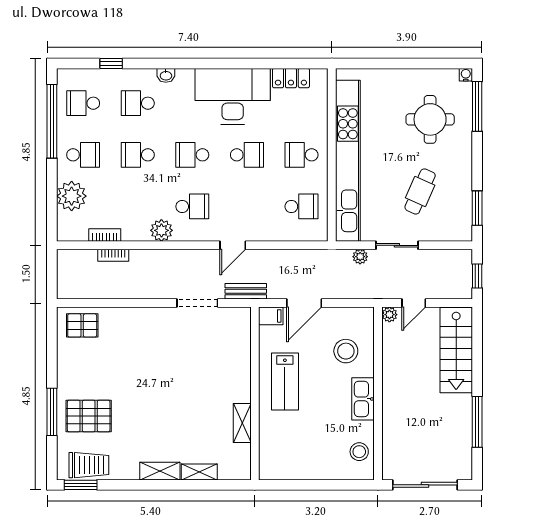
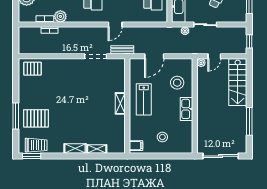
plant: (161, 230) -> (60, 16), moved
filing cabinet: (271, 316) -> (136, 146), moved
shelving: (242, 423) -> (120, 103), moved
stool: (359, 452) -> (162, 137), moved

